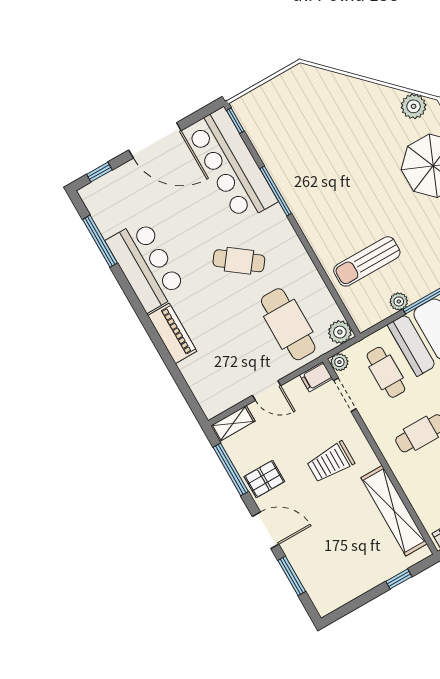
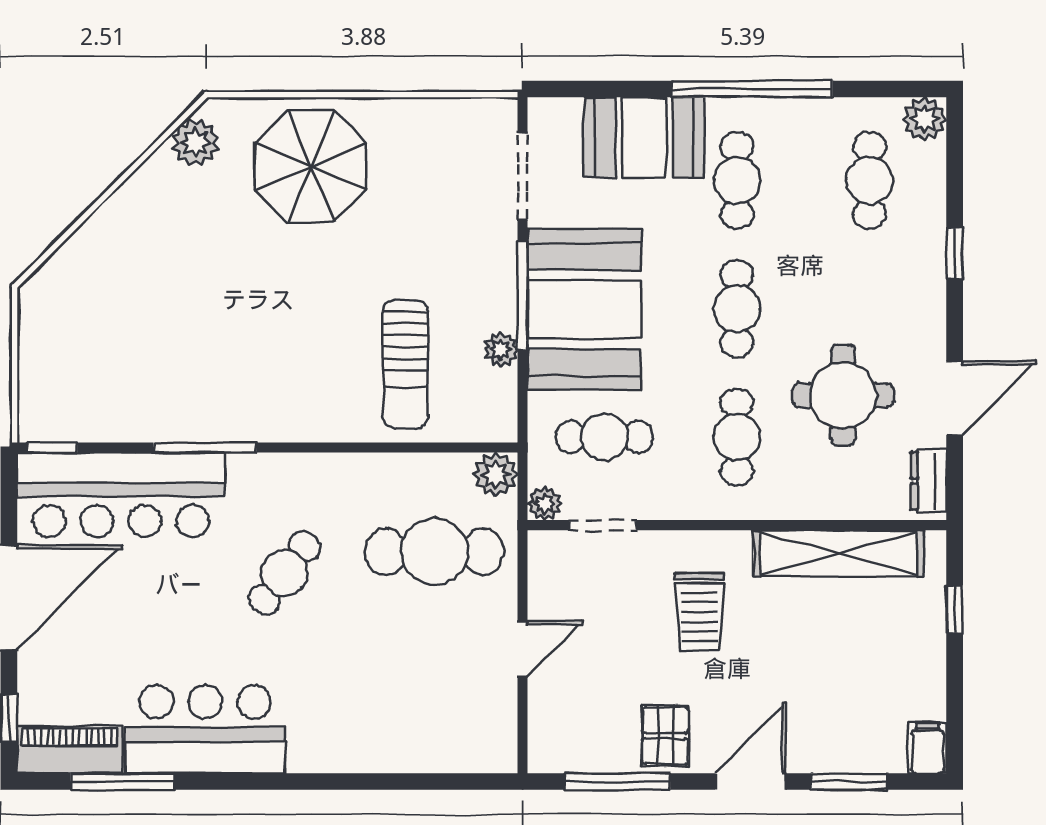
piano: (172, 333) -> (70, 750), moved
filing cabinet: (316, 377) -> (927, 748), moved, turned 180
shelving: (233, 423) -> (545, 735), removed

